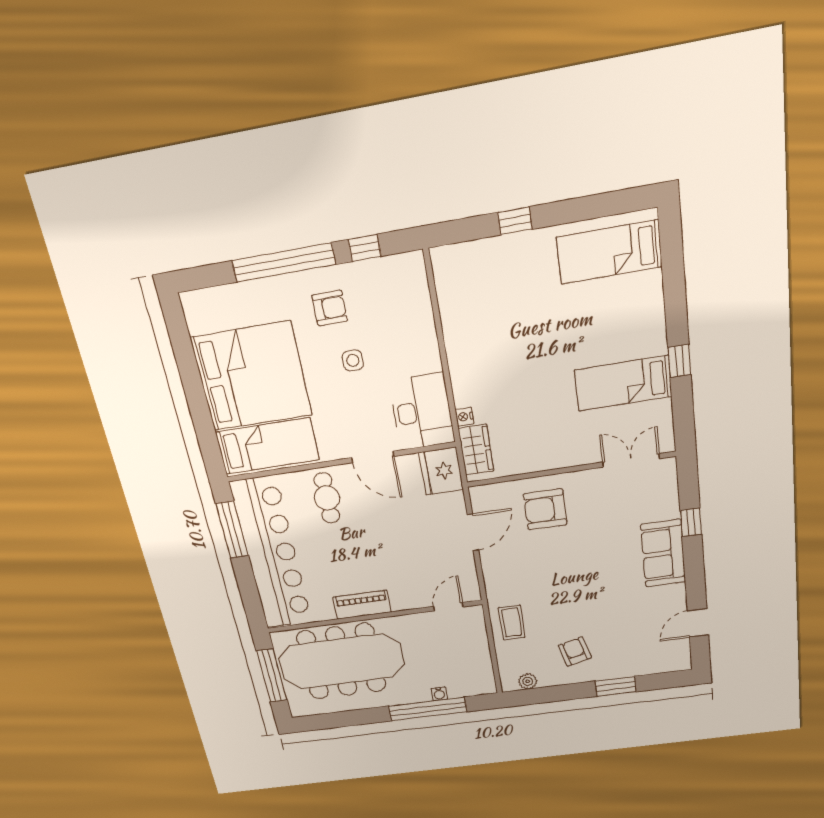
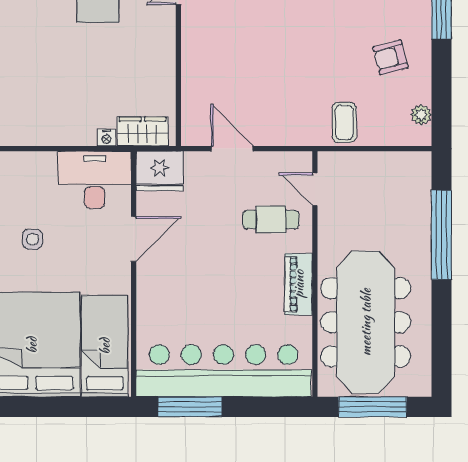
cafe table: (327, 498) -> (271, 219), moved
armchair: (545, 509) -> (218, 69), removed
coffee table: (512, 622) -> (344, 122), turned 90
water cooler: (439, 694) -> (423, 218), removed

